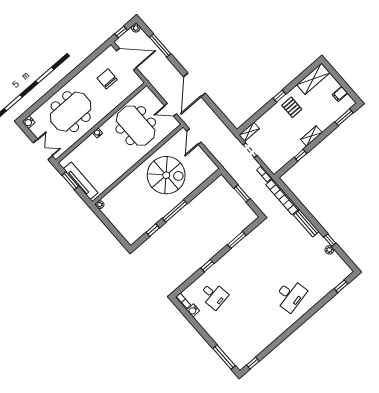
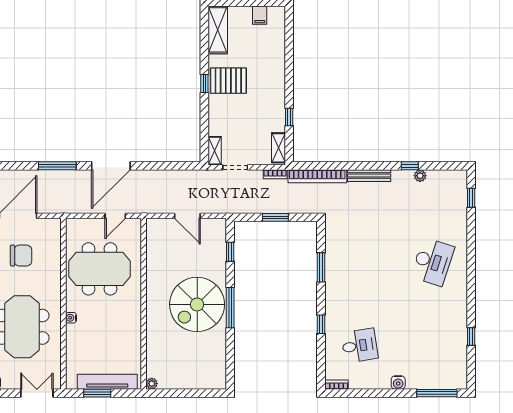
window: (160, 45) -> (57, 166), moved
chair: (107, 79) -> (21, 256), turned 180
door: (194, 85) -> (111, 166), hinge flipped
pallet: (292, 107) -> (228, 81), width x1.50, depth x1.42
window: (344, 117) -> (289, 33), removed
shelving: (311, 136) -> (279, 148), moved
door: (194, 137) -> (187, 216), moved
spiral stairs: (166, 175) -> (197, 304), moved, turned 180
window: (153, 230) -> (230, 252), moved
desk: (290, 295) -> (433, 262), turned 30
water cooler: (193, 310) -> (398, 382), moved
window: (253, 363) -> (471, 337), moved

